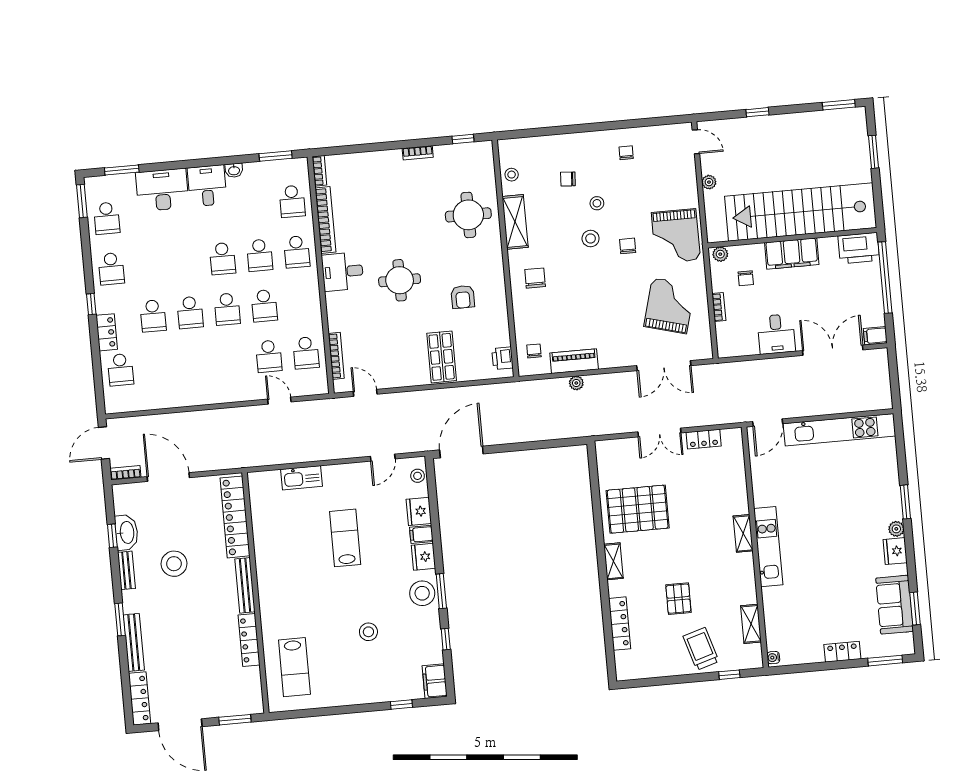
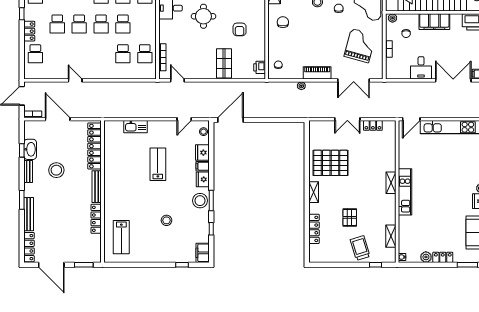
piano: (574, 361) -> (317, 73), moved
door: (279, 401) -> (75, 80), moved
plant: (814, 654) -> (426, 257), added

